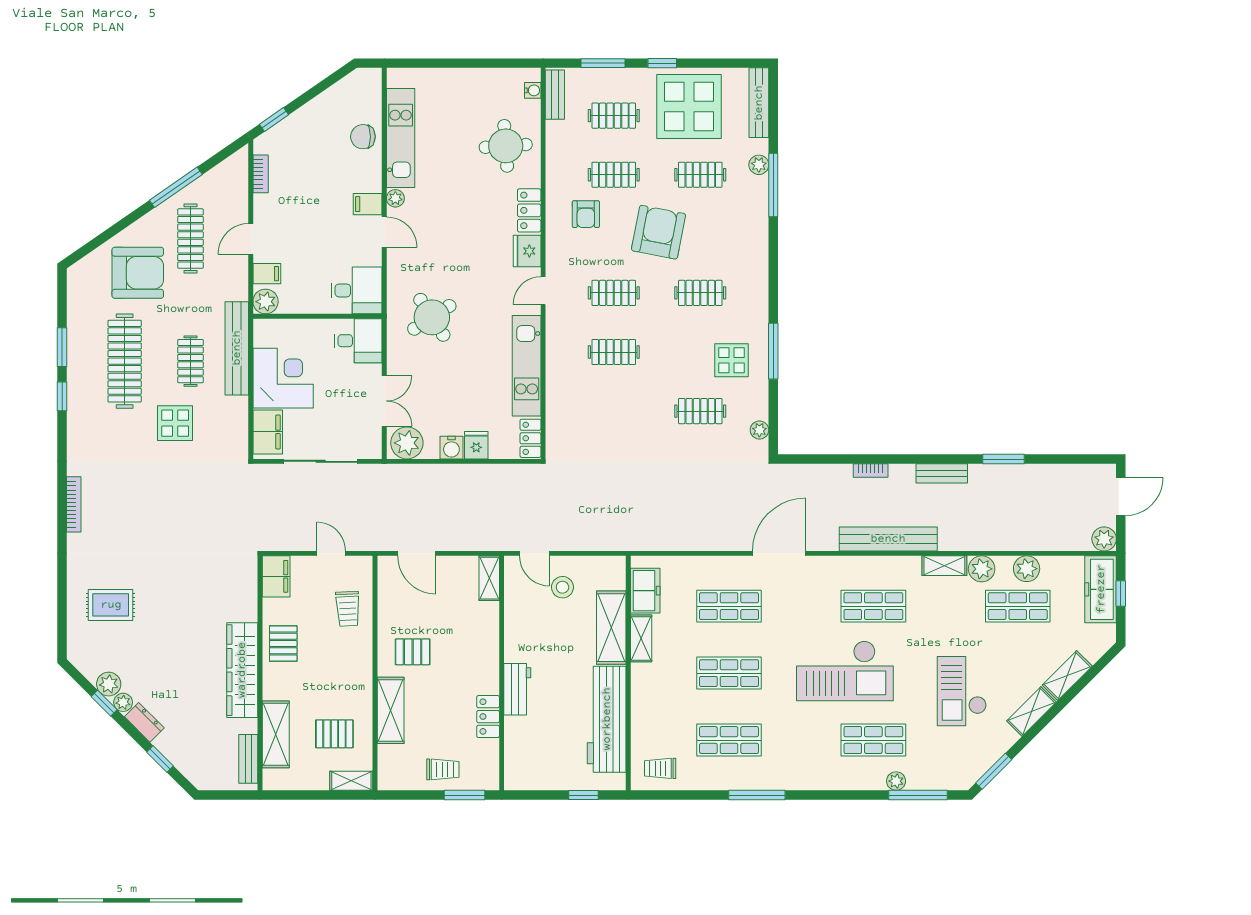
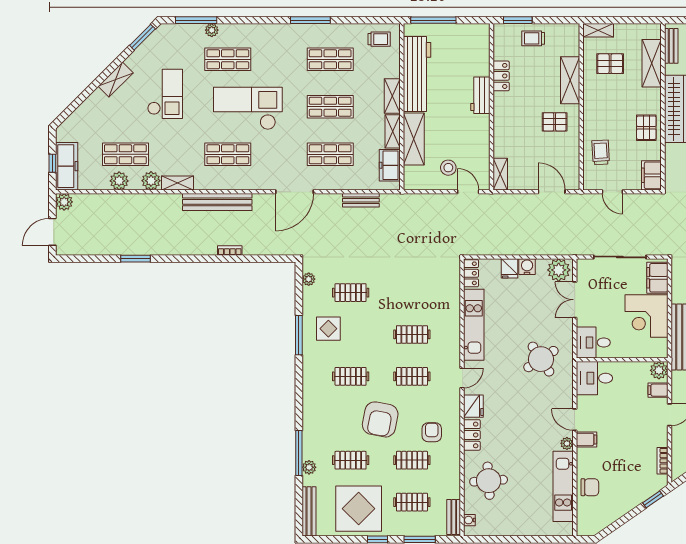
bench: (942, 473) -> (361, 200), moved
shelving: (1067, 676) -> (392, 96), moved, turned -45
window: (583, 795) -> (433, 20), width x2.17

